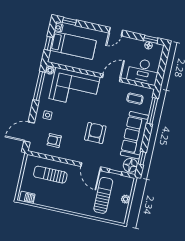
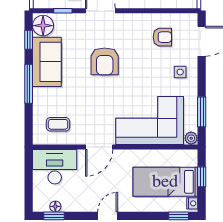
window: (39, 86) -> (202, 112), width x0.69
window: (152, 111) -> (29, 84), moved
sofa: (134, 135) -> (47, 62), width x0.73

